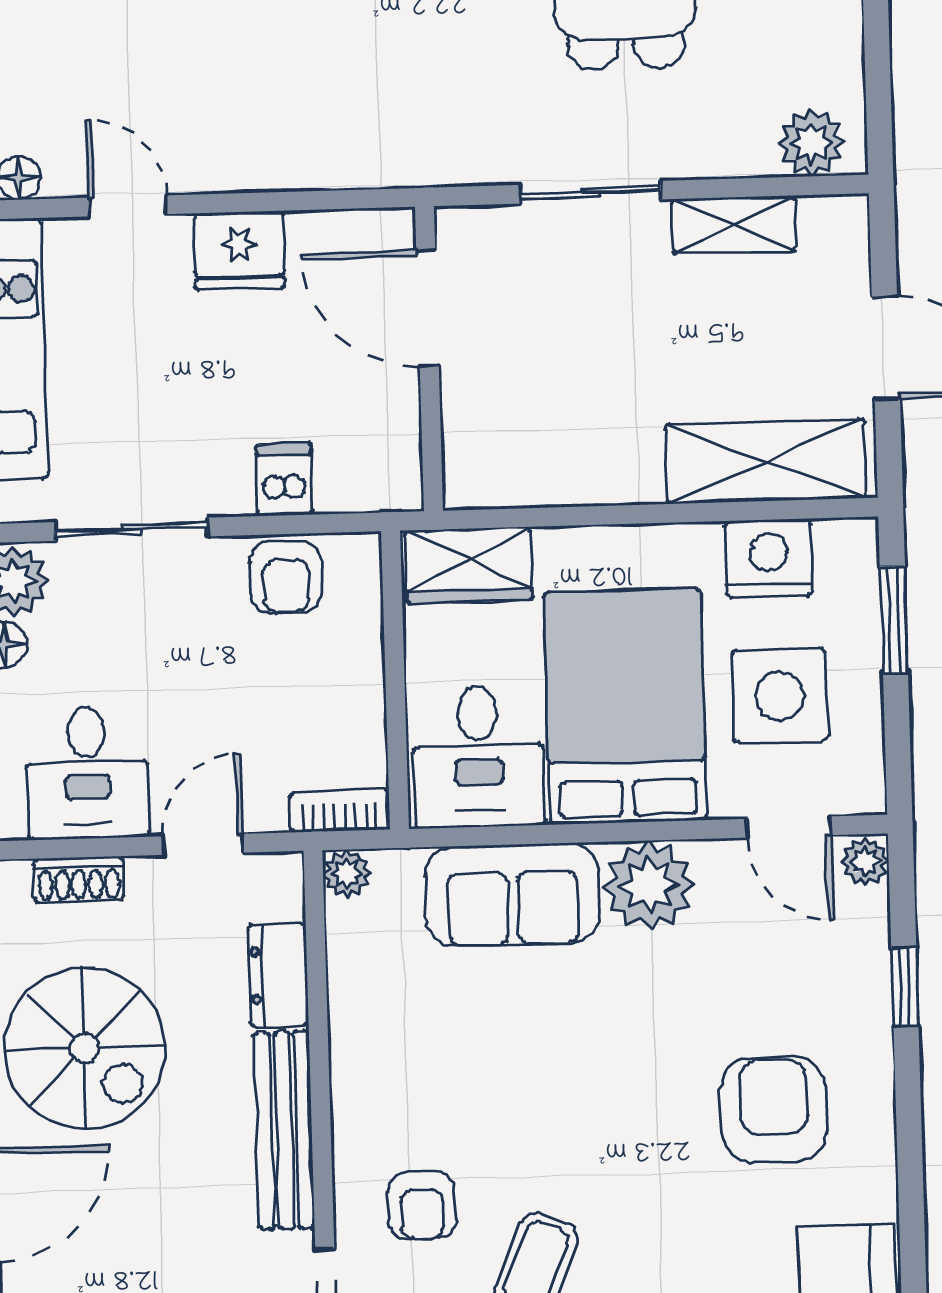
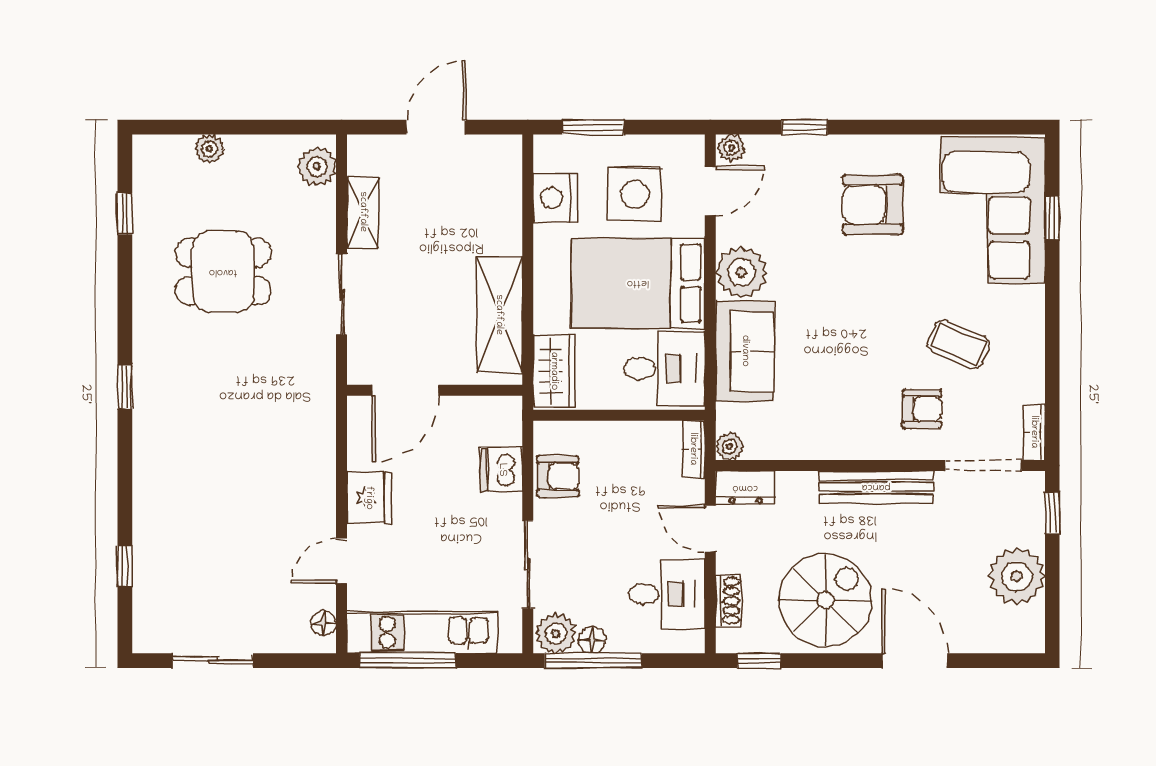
shelving: (766, 461) -> (499, 315), moved
dishwasher: (284, 480) -> (502, 470), width x1.38
dresser: (278, 975) -> (745, 488), moved

